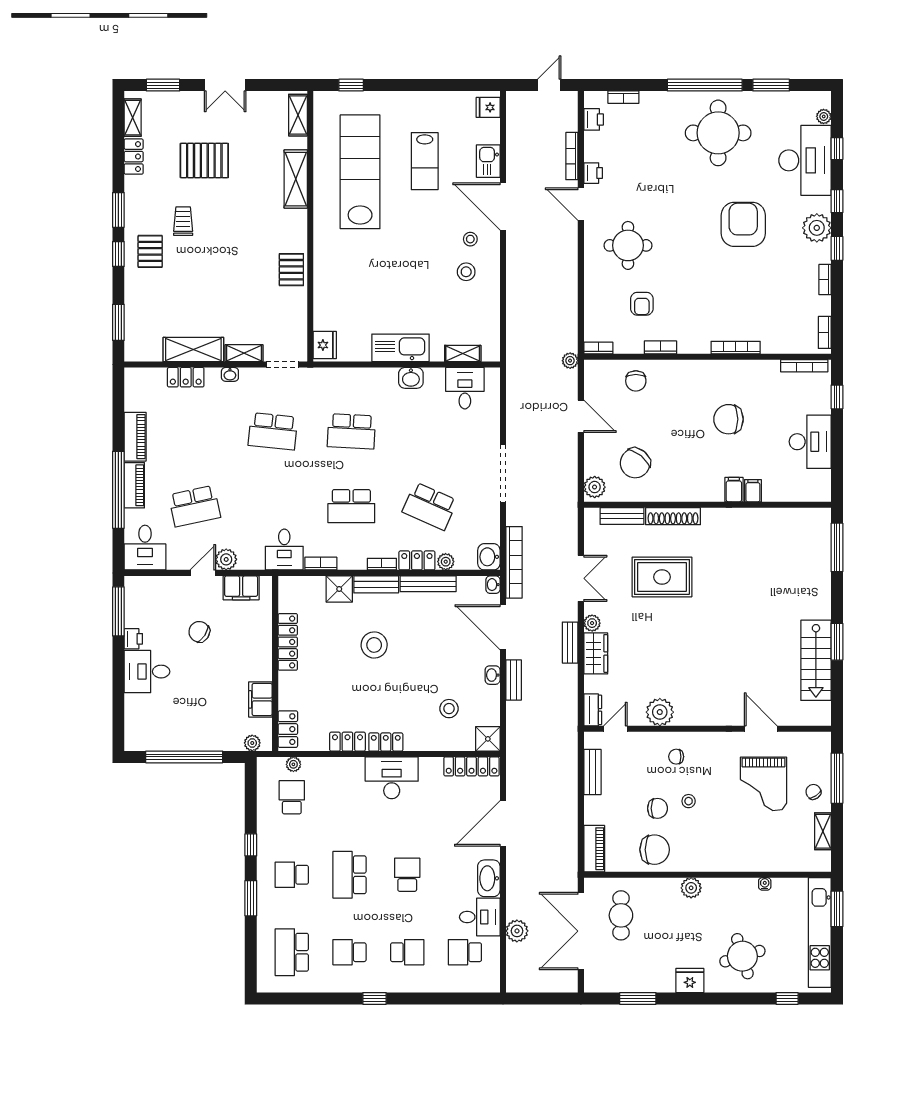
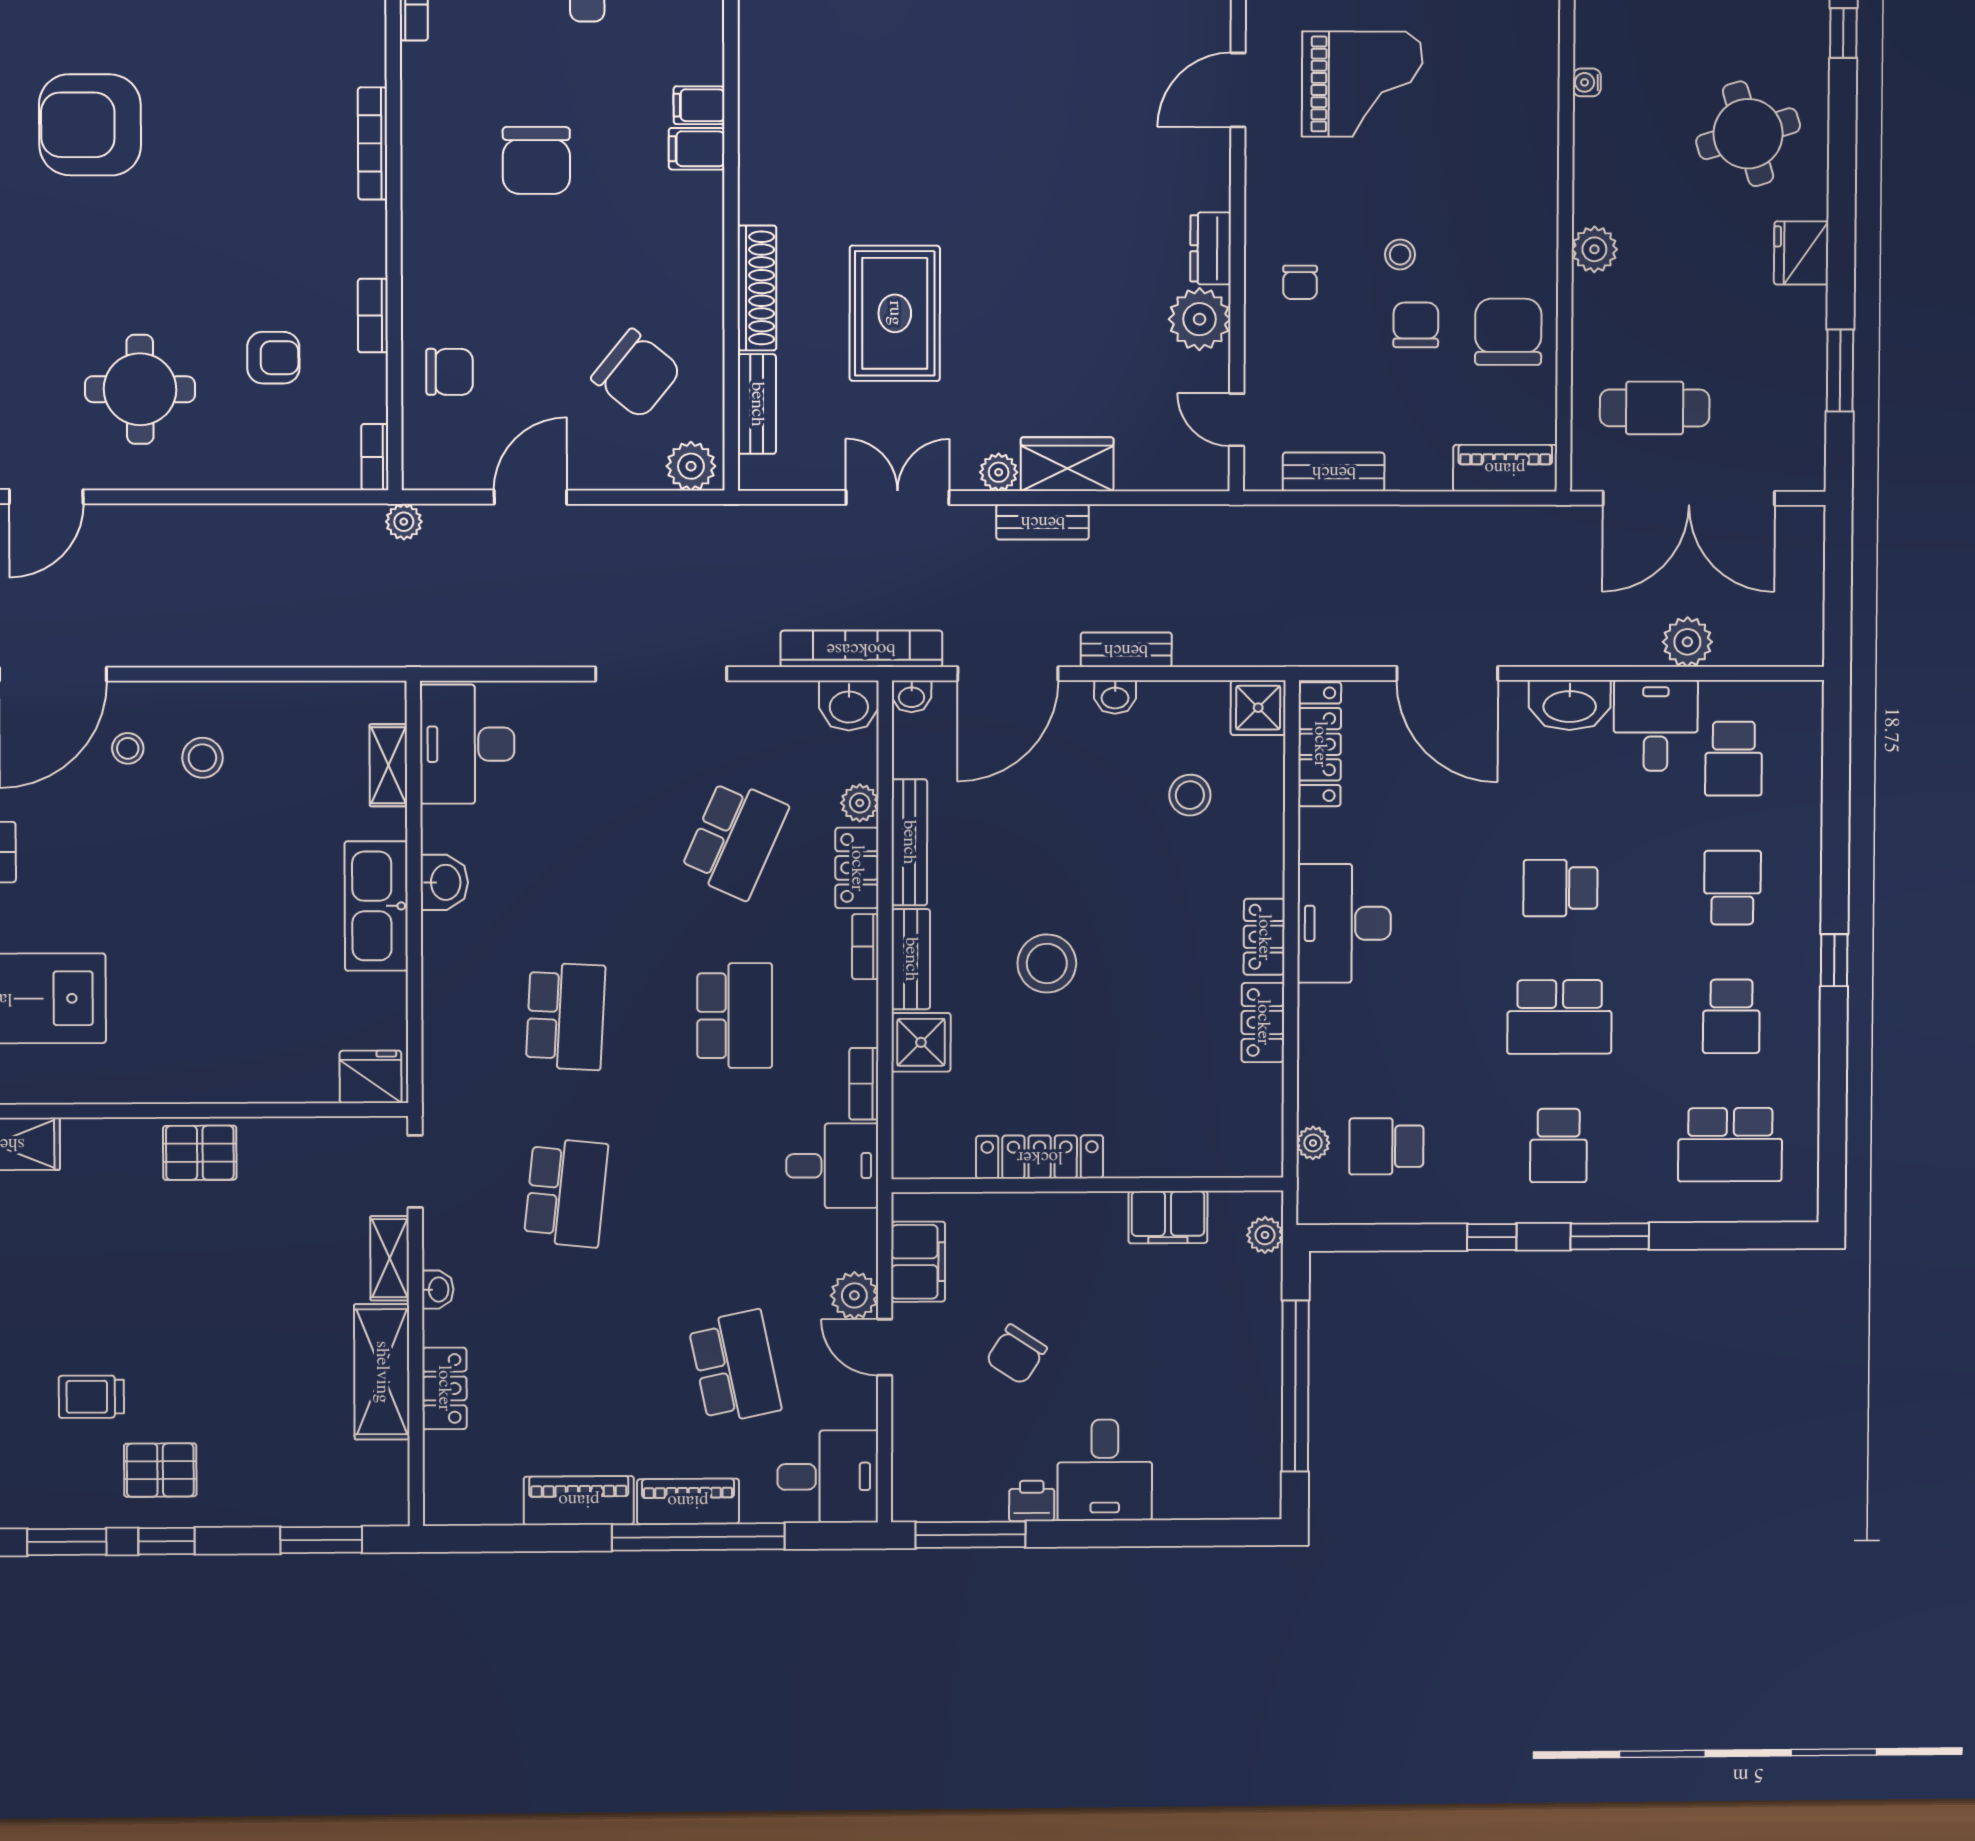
desk: (465, 388) -> (467, 744), width x1.37
dresser: (593, 710) -> (1211, 248), moved, turned -90
locker: (288, 729) -> (1234, 1156), removed

